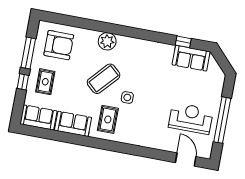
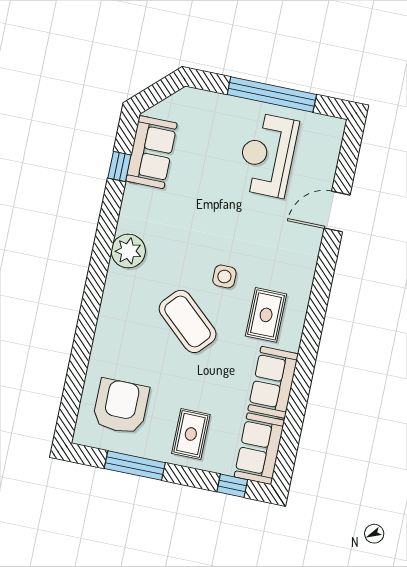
plant: (107, 41) -> (128, 251), moved
window: (23, 82) -> (232, 486), moved
rug: (45, 82) -> (191, 434), turned 90
rug: (108, 119) -> (266, 315), turned 90
door: (186, 160) -> (337, 212), moved

